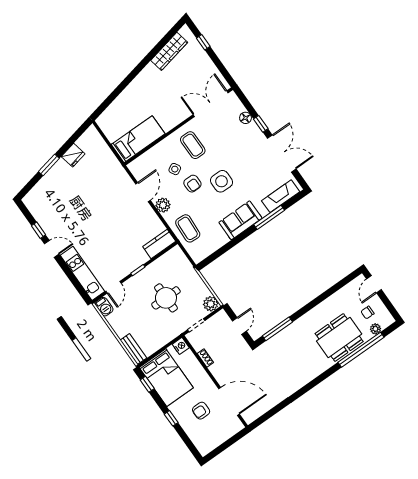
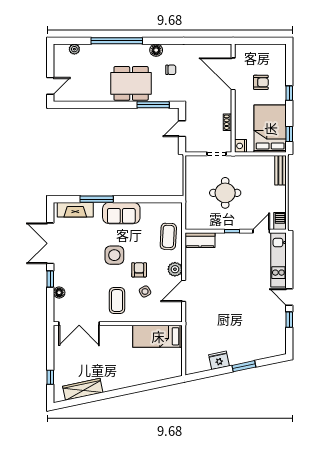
plant: (211, 304) -> (193, 163), removed
chair: (367, 313) -> (171, 70), moved
dining table: (339, 337) -> (131, 83), moved
window: (361, 350) -> (117, 41), moved
floor lamp: (307, 376) -> (156, 50), added

